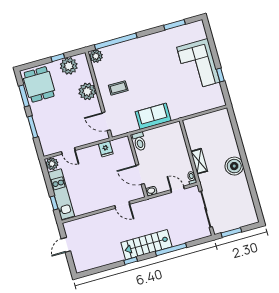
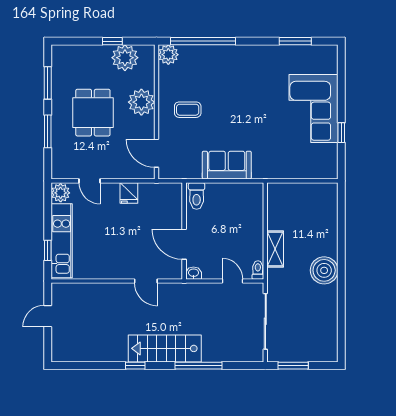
dining table: (39, 84) -> (93, 113), moved
fridge: (106, 149) -> (129, 193), moved

